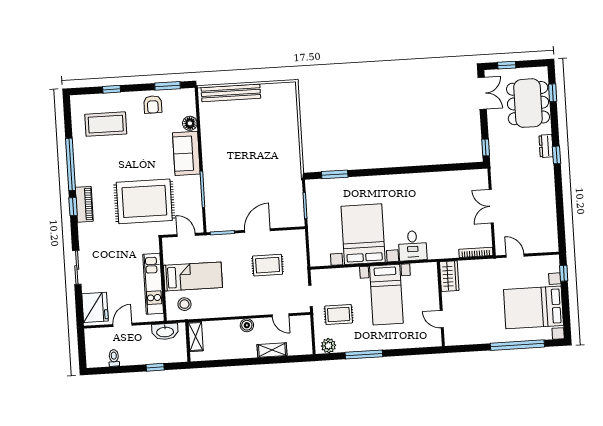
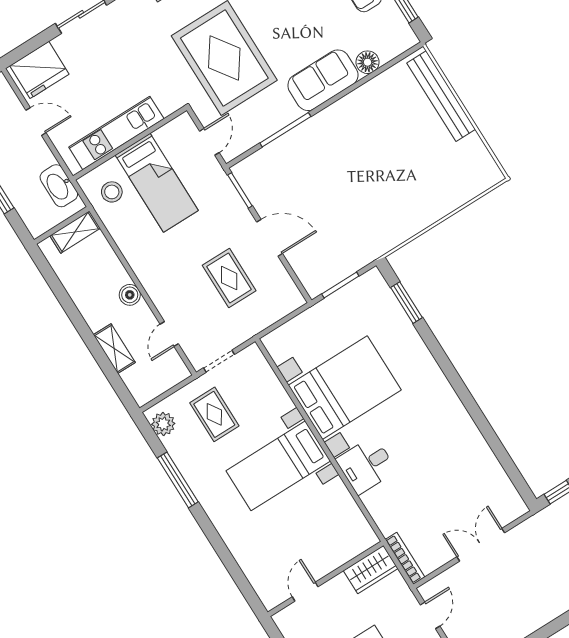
wardrobe: (449, 276) -> (371, 570), moved
wall: (441, 304) -> (326, 579), moved
door: (442, 319) -> (305, 592), moved

